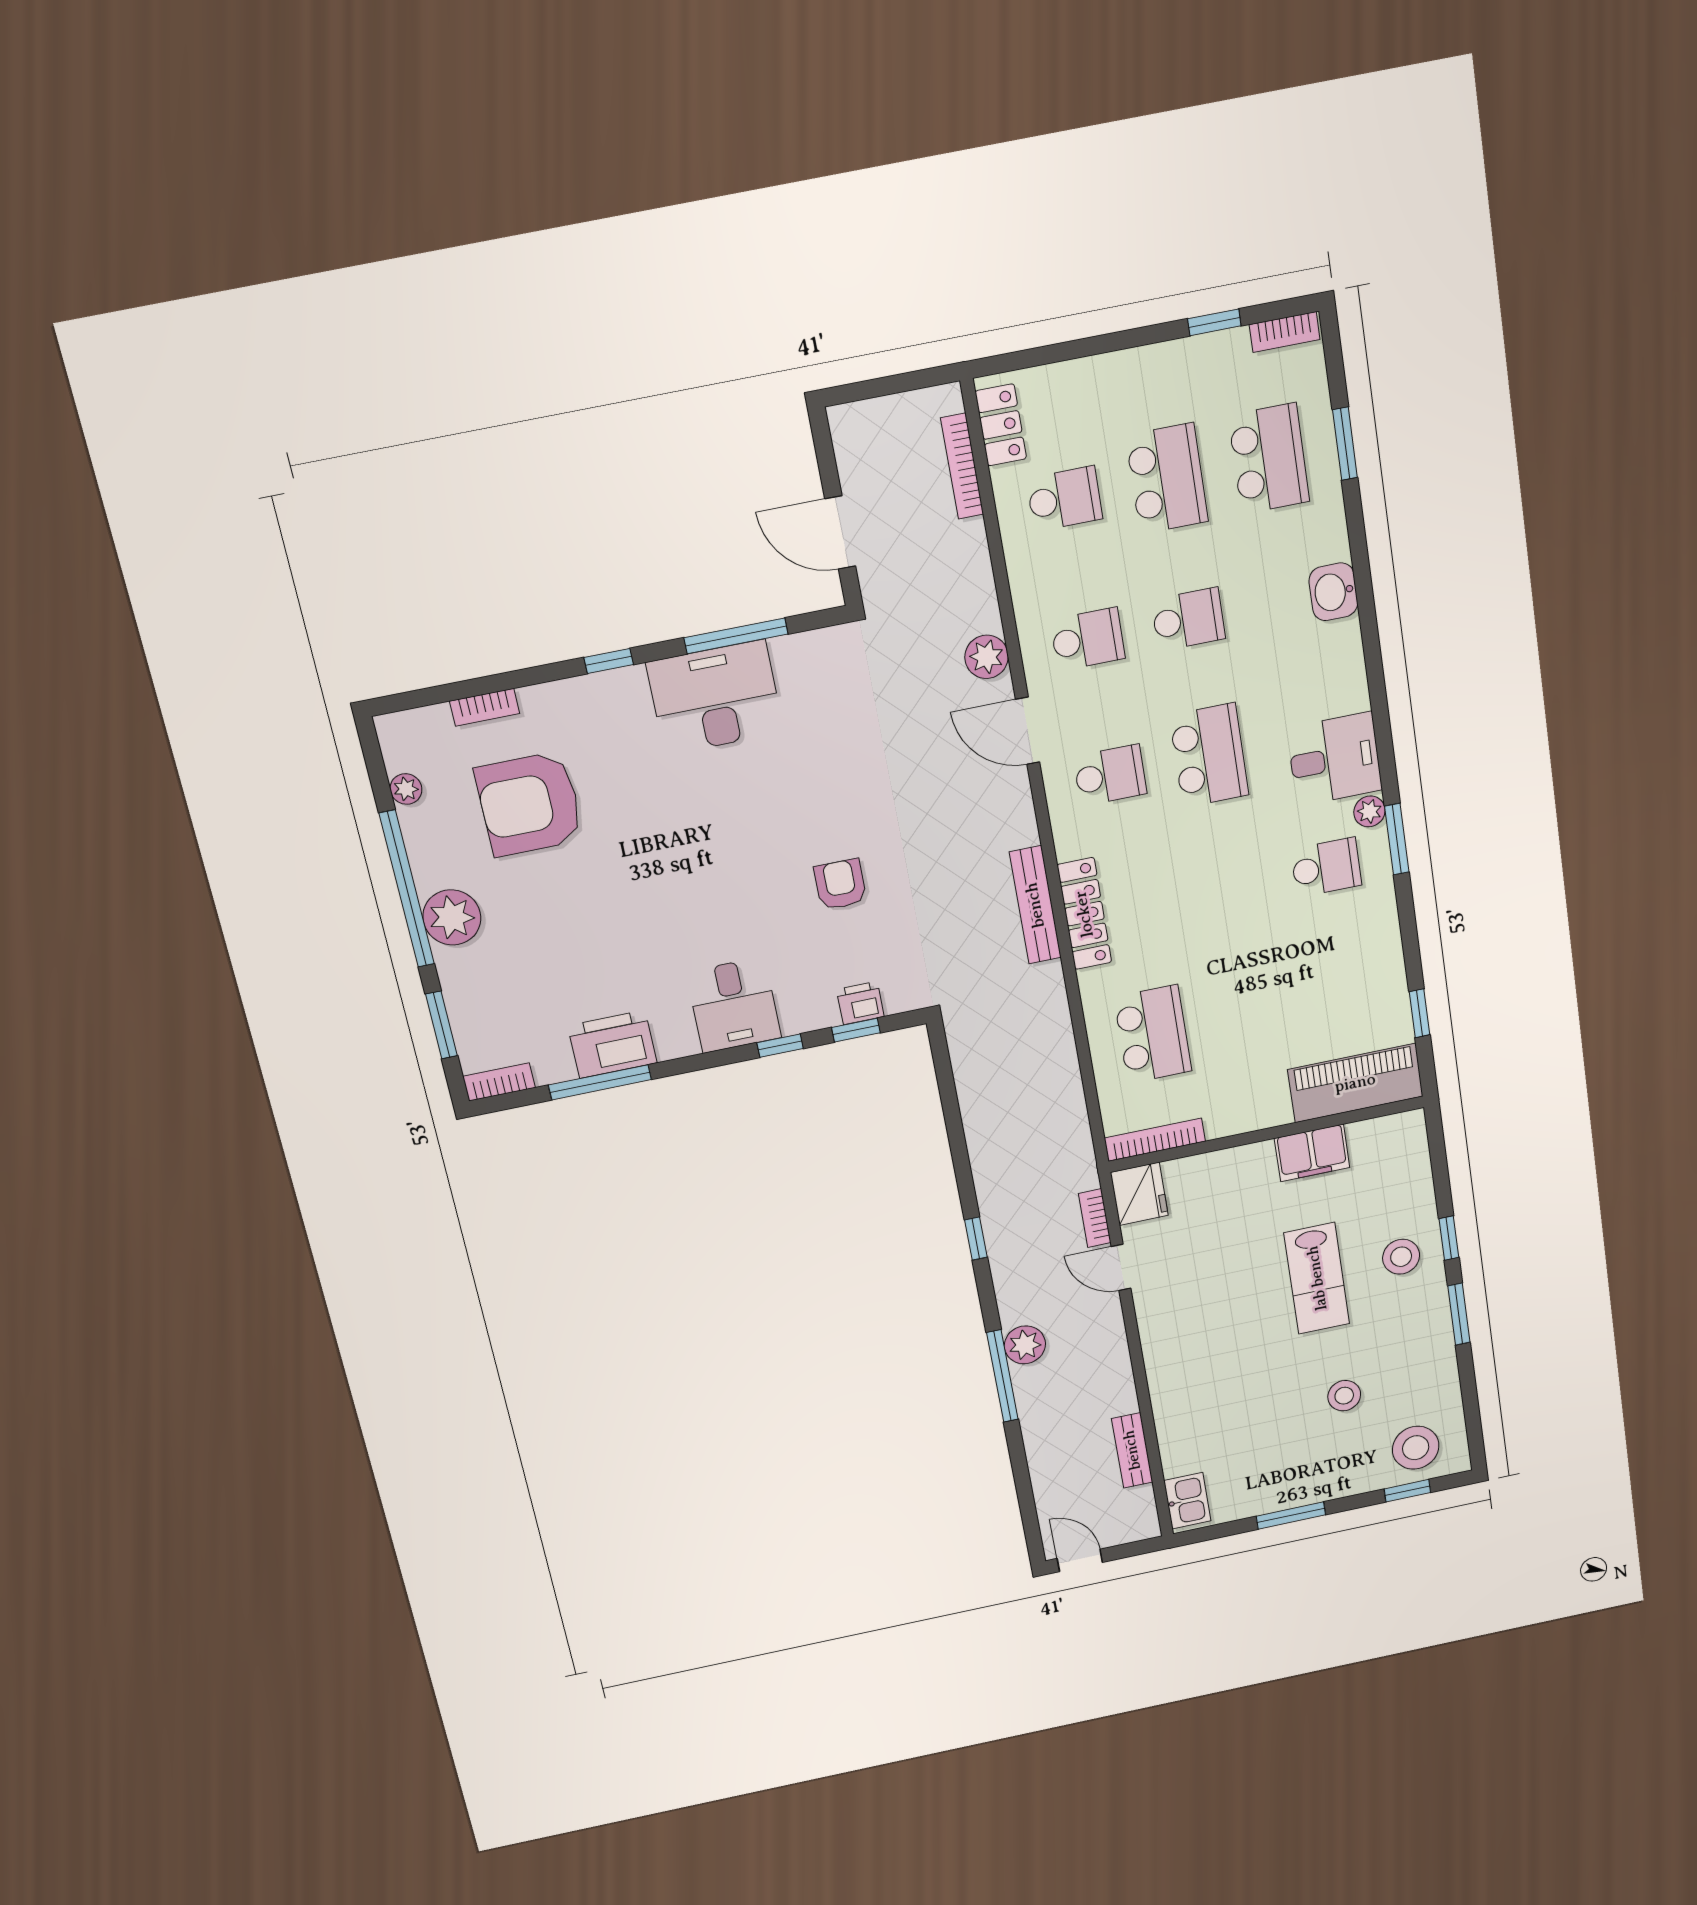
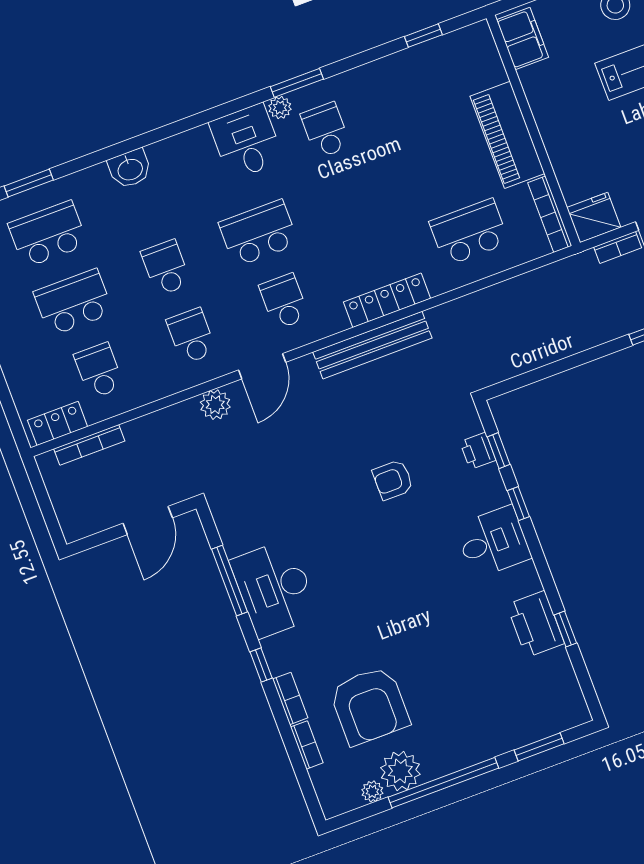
bench: (1035, 905) -> (372, 345), width x1.37, depth x1.21
plant: (452, 917) -> (400, 771), moved
bookcase: (499, 1082) -> (290, 698), moved, turned 180
window: (600, 1082) -> (565, 629), width x0.46
piano: (1355, 1083) -> (507, 135), moved
filing cabinet: (1312, 1153) -> (523, 38), moved

